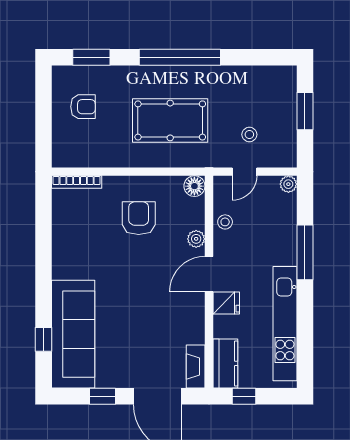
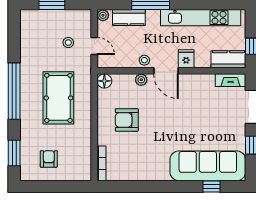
kitchen counter: (285, 221) -> (129, 17), added
stool: (225, 222) -> (144, 60), moved

